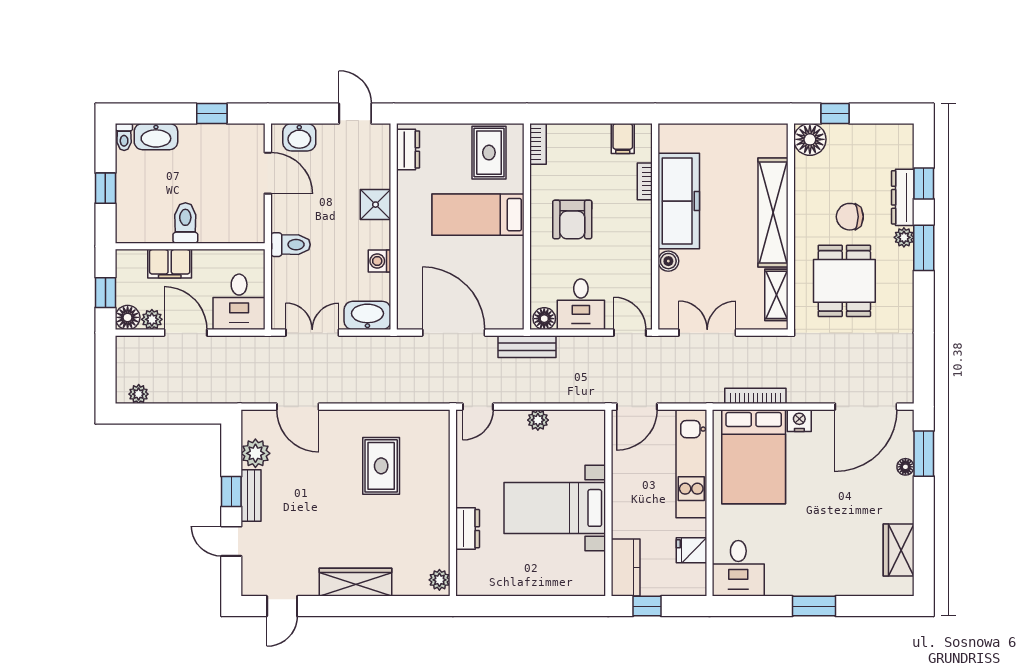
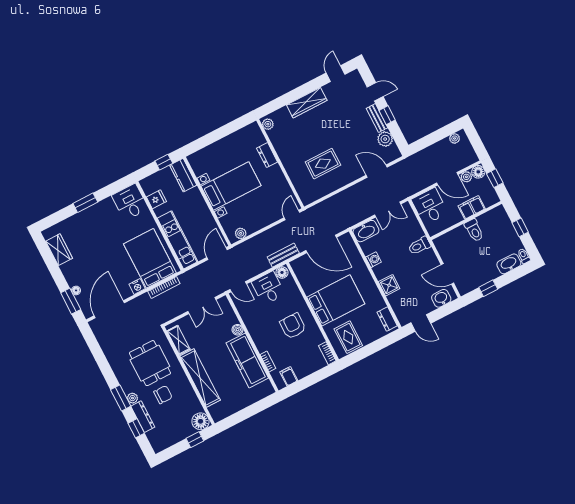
bed: (478, 215) -> (336, 300), width x1.50
plant: (538, 420) -> (241, 233), moved
rug: (381, 466) -> (323, 164), turned 90

